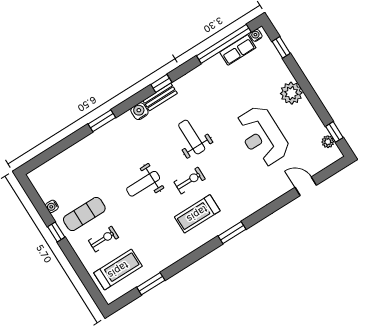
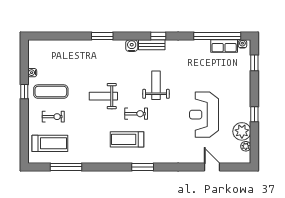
plant: (291, 93) -> (242, 131), moved
window: (334, 132) -> (254, 114), moved
window: (151, 284) -> (66, 167), width x1.44

